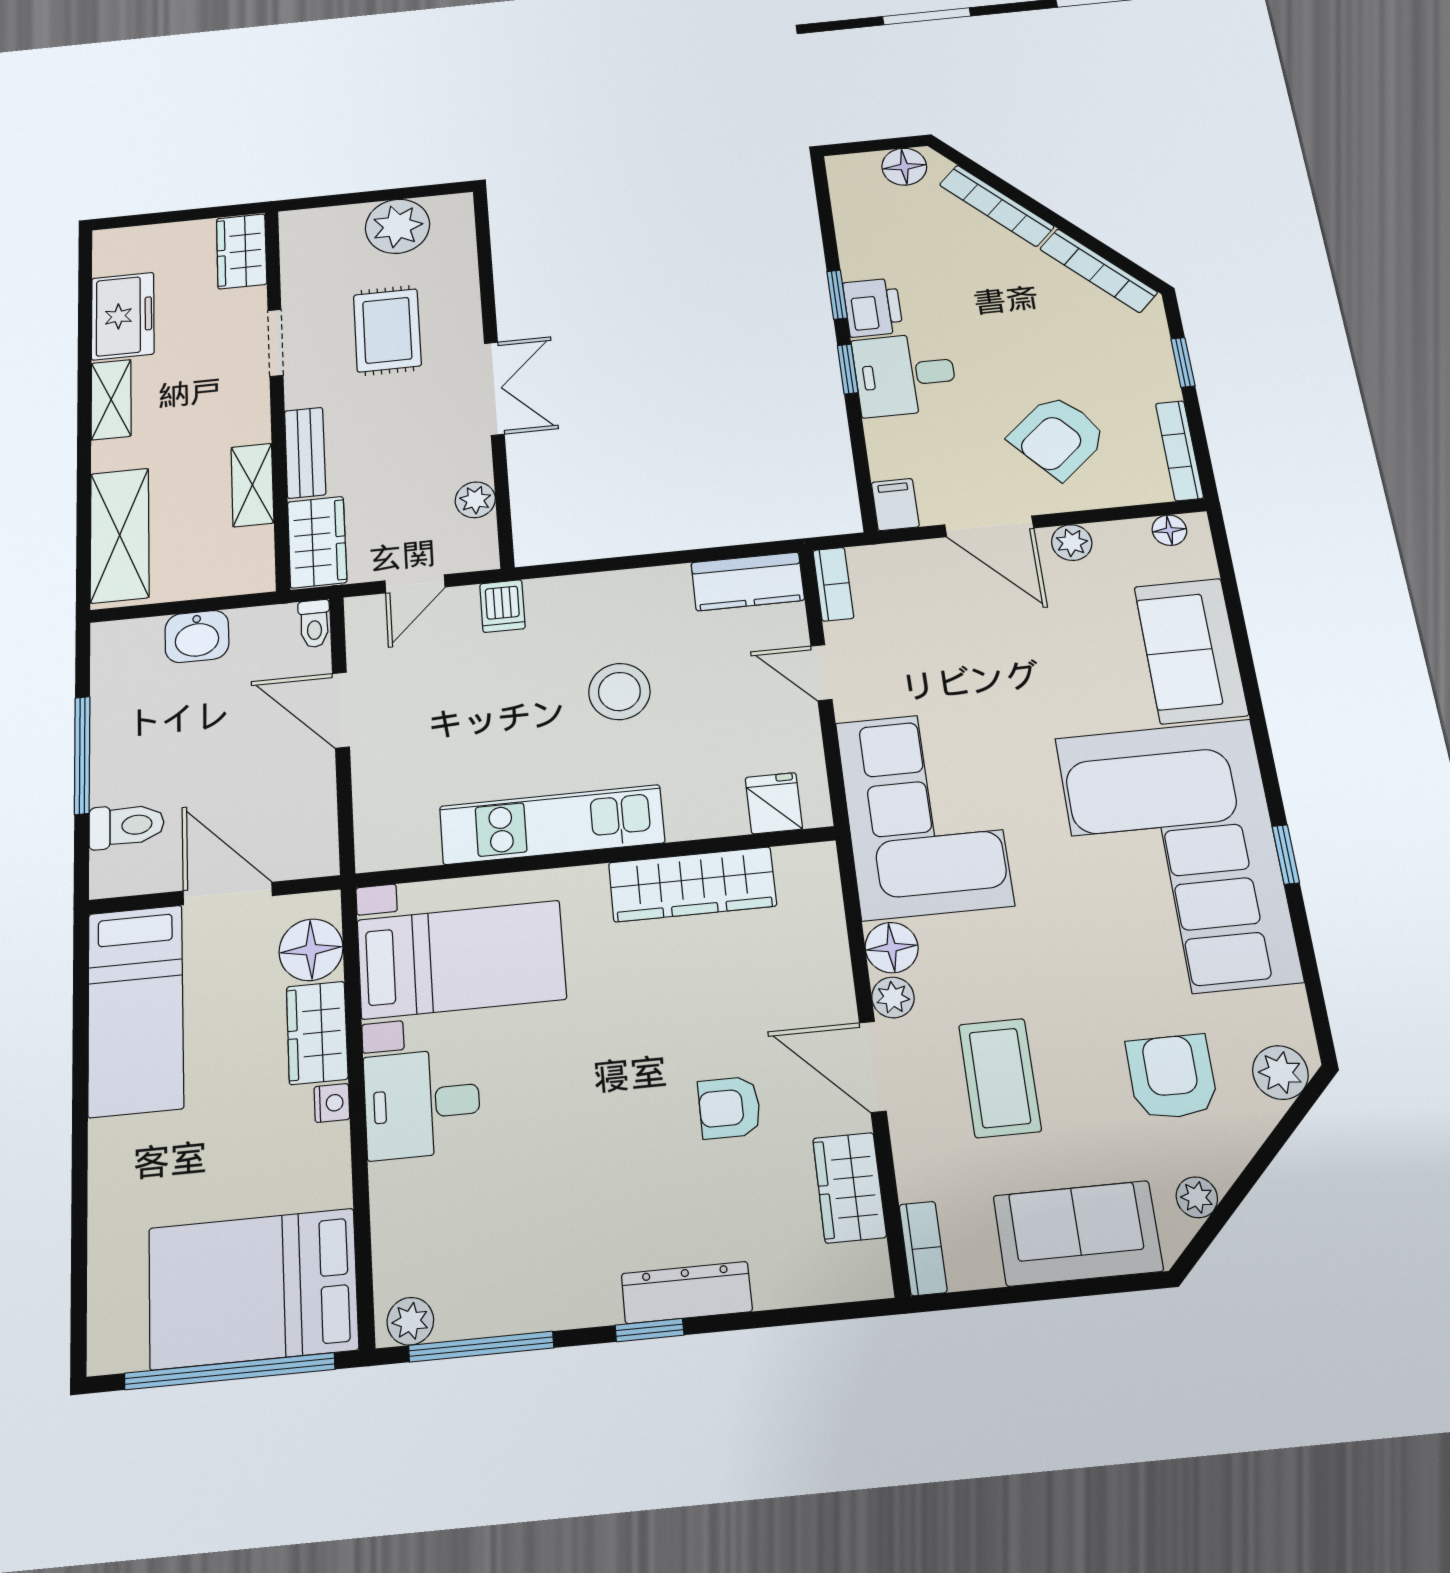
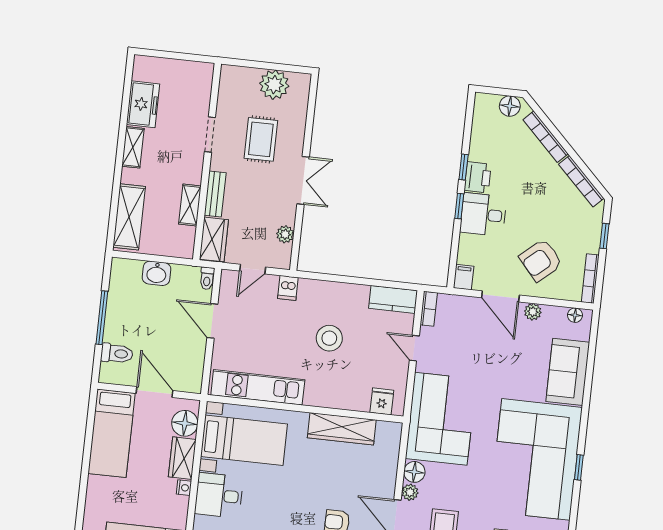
wardrobe: (242, 251) -> (201, 82), removed
kitchen unit: (552, 825) -> (258, 387), moved

